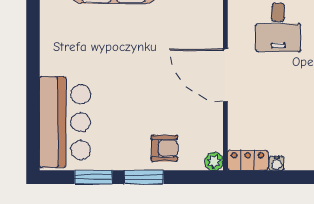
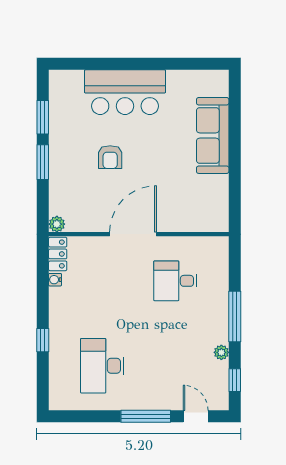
bar counter: (65, 122) -> (125, 92), moved
armchair: (164, 148) -> (110, 157), moved

